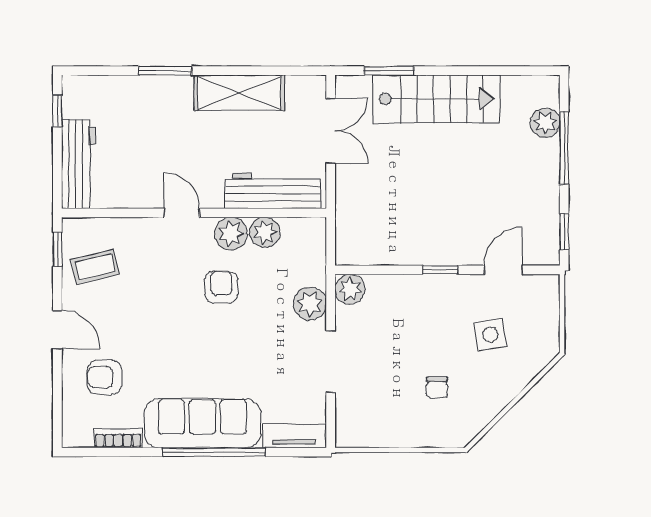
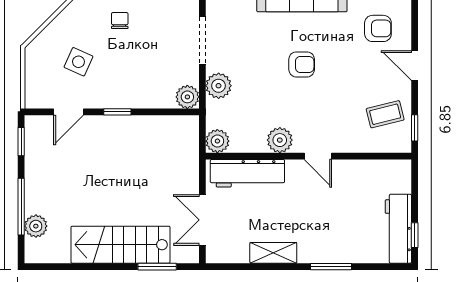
shelving: (239, 93) -> (273, 253), width x0.67, depth x0.75
workbench: (78, 164) -> (398, 229), moved
plant: (265, 232) -> (217, 141), moved
armchair: (221, 287) -> (302, 64), moved, turned -90
side table: (490, 334) -> (78, 62), turned 33

